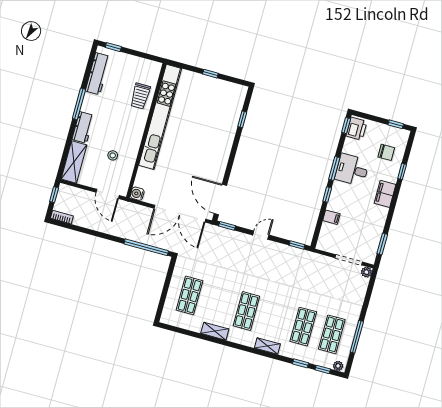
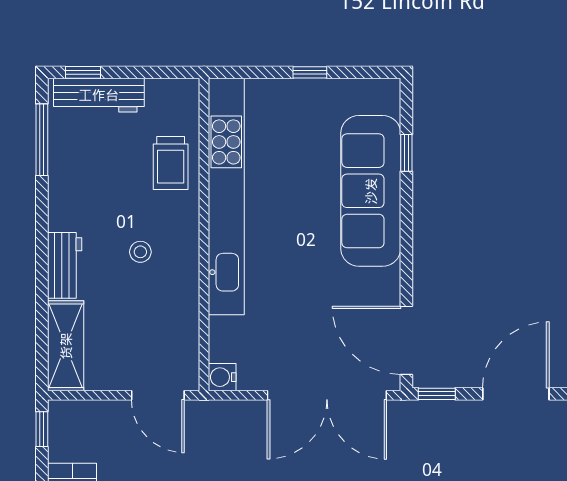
workbench: (98, 74) -> (99, 95), moved, turned 90
window: (79, 104) -> (42, 140), moved
sofa: (223, 131) -> (371, 191), added
stool: (113, 155) -> (140, 252), moved
door: (261, 235) -> (516, 394), width x1.88

